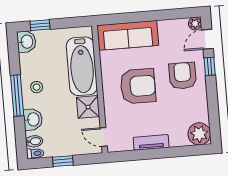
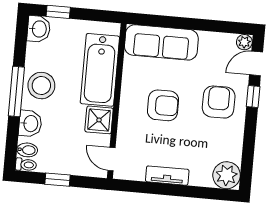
armchair: (138, 86) -> (163, 105), width x0.73, depth x0.73
stool: (37, 87) -> (41, 86), width x1.89, depth x1.89

